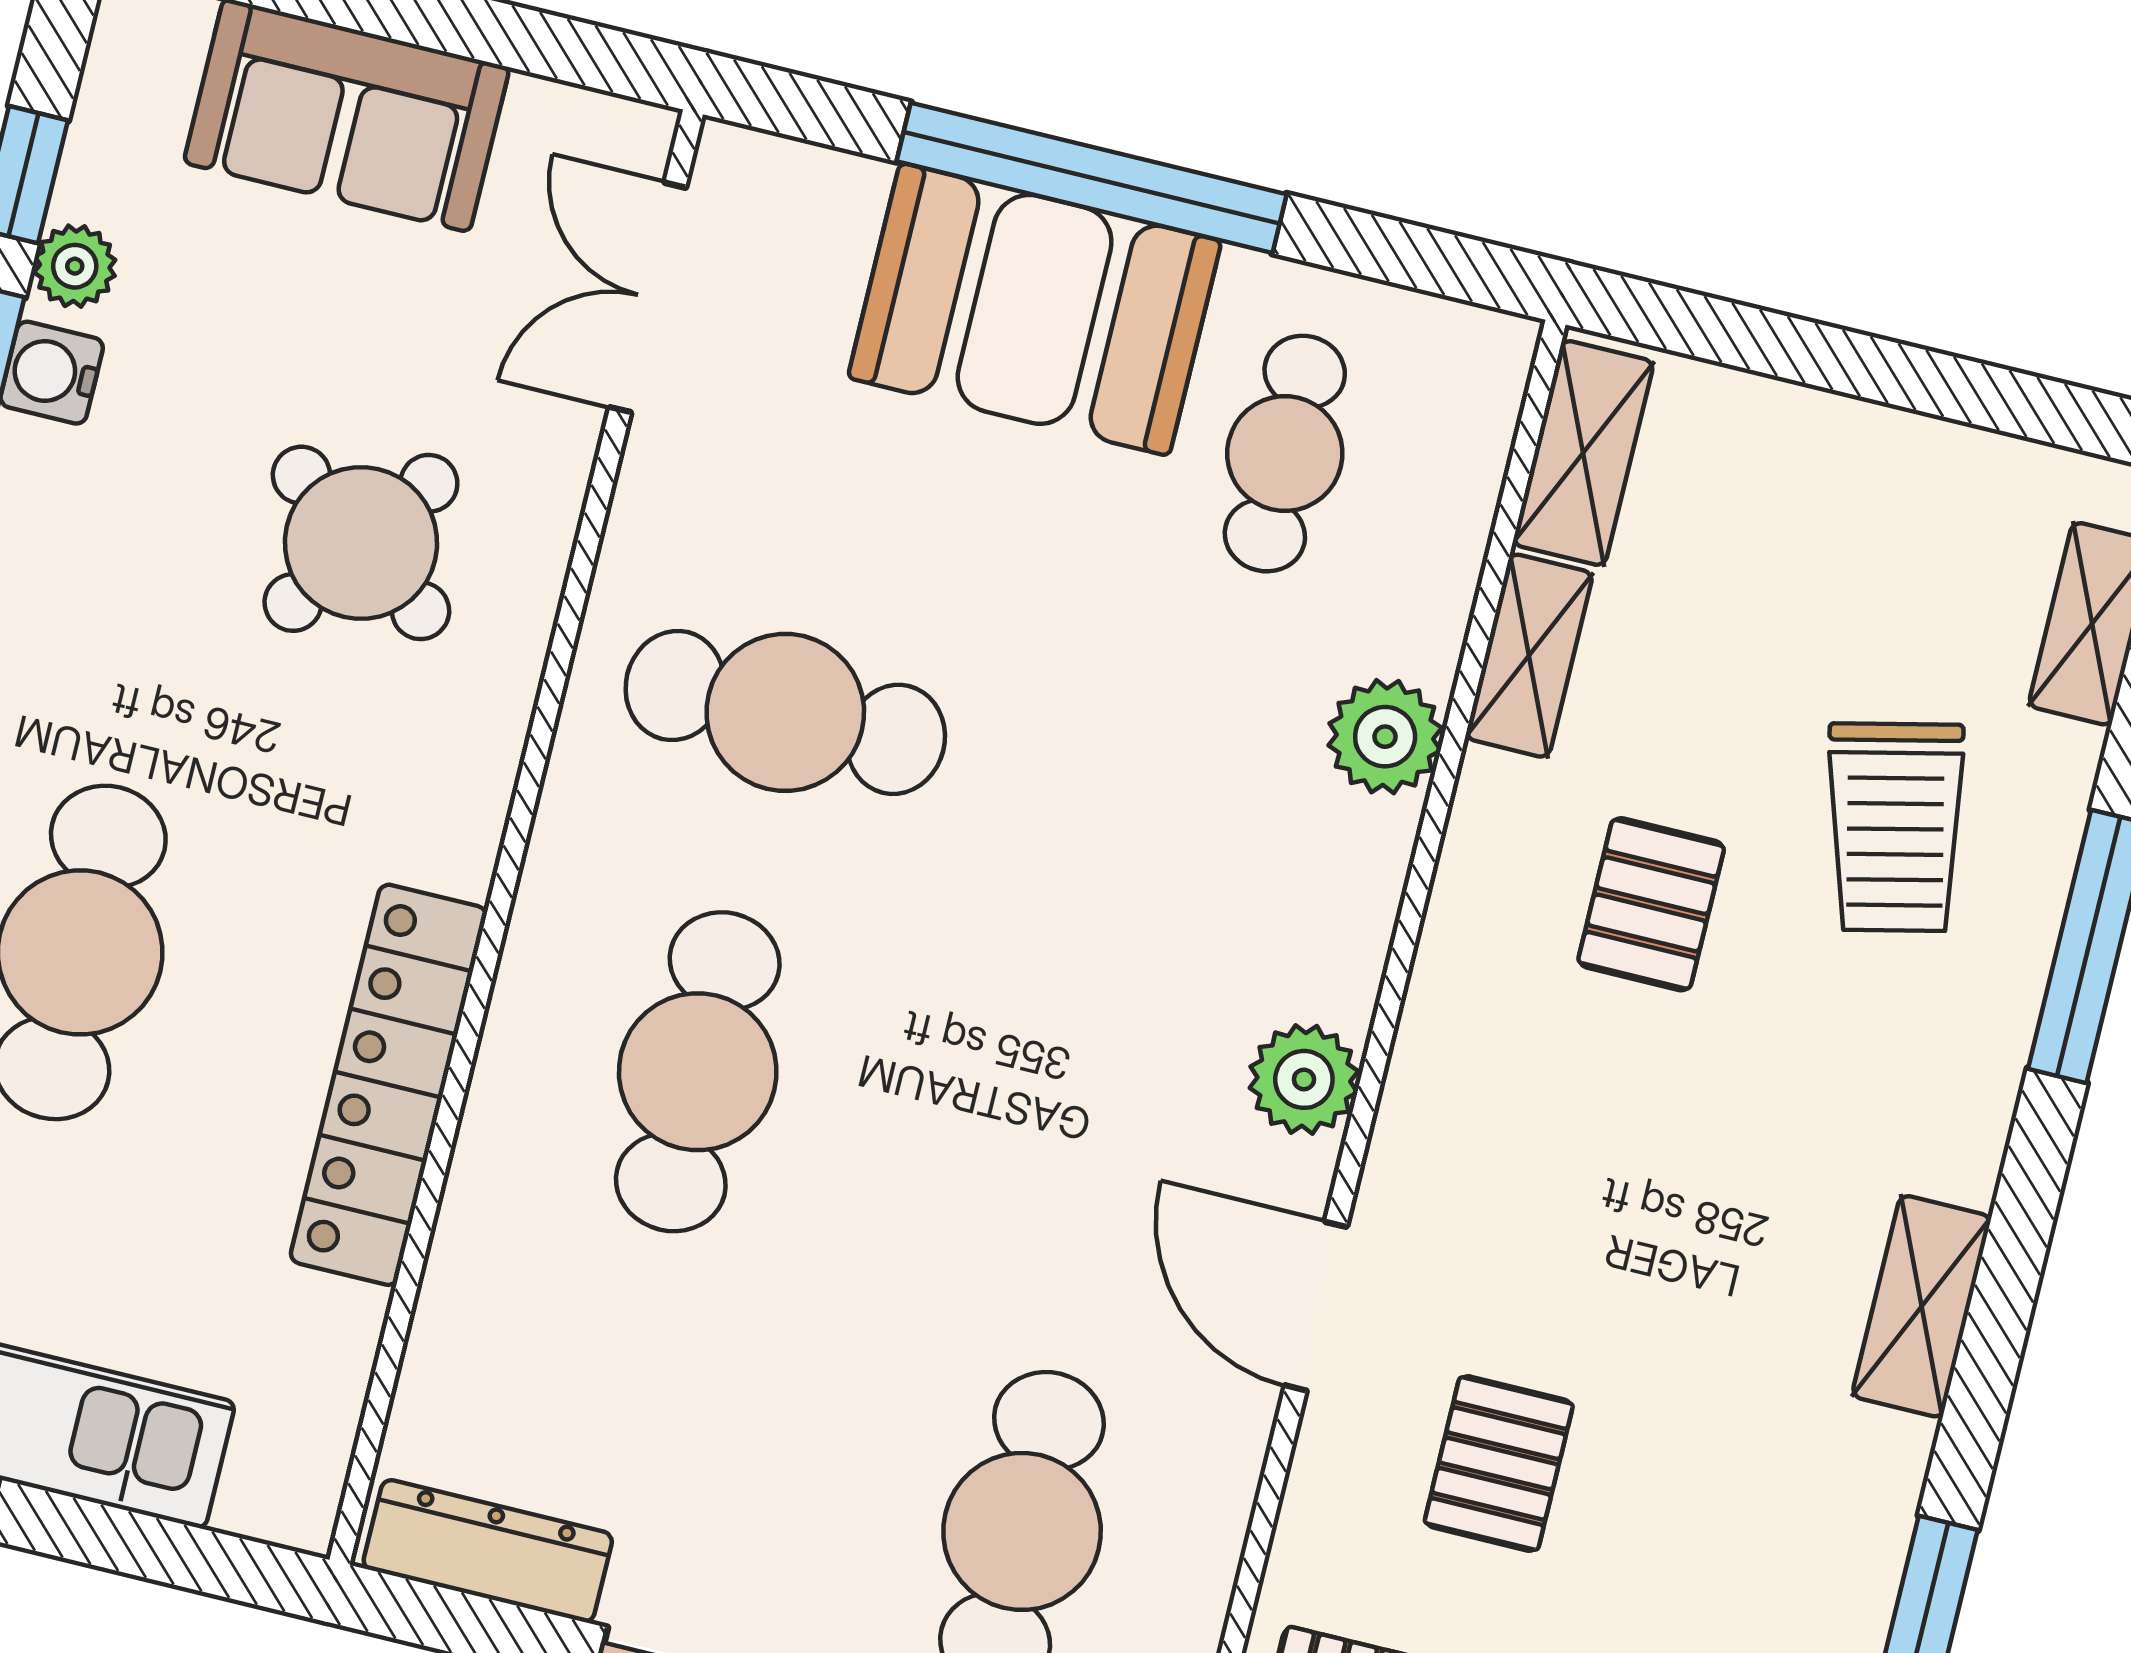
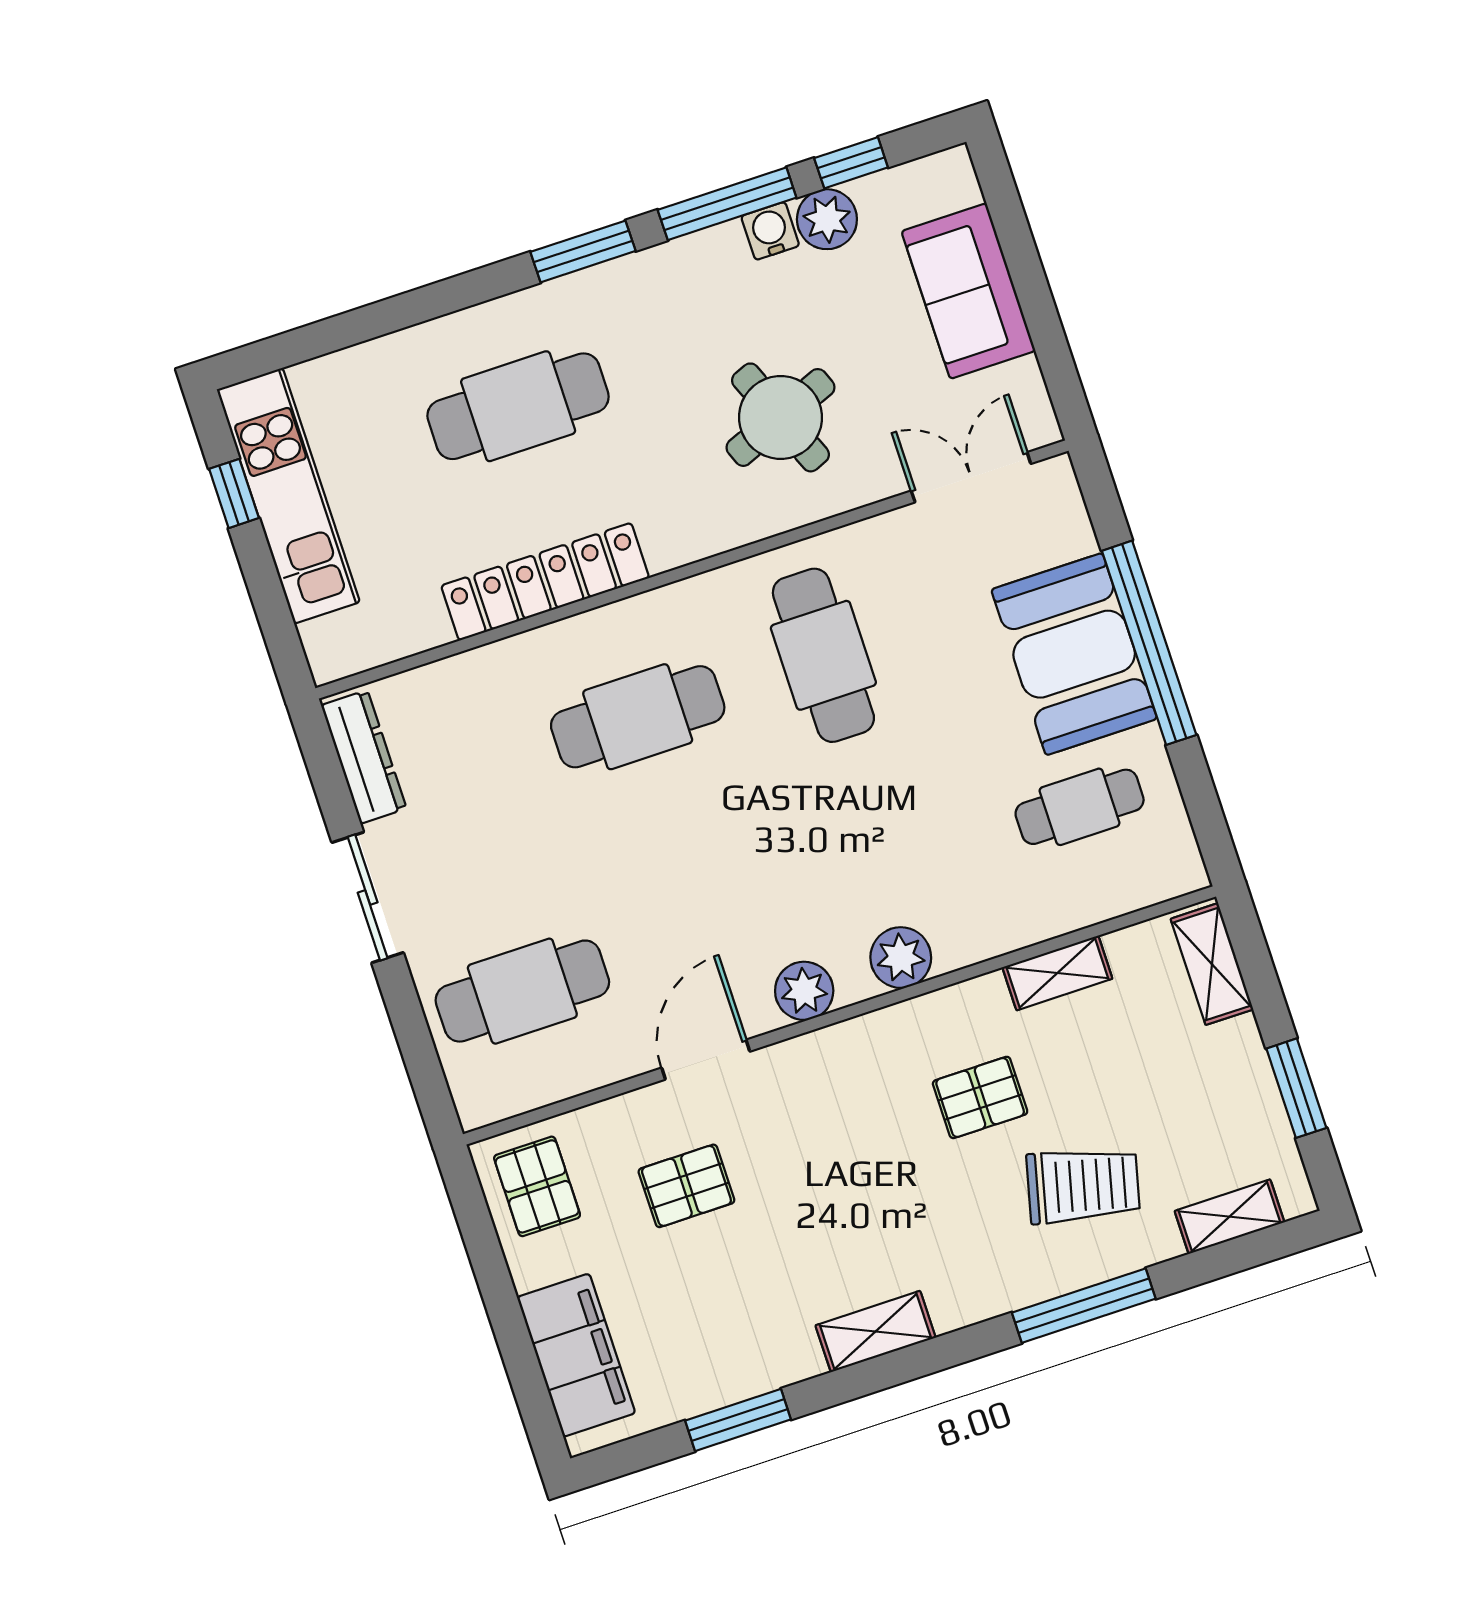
plant: (75, 266) -> (827, 219), width x1.38, depth x1.38
window: (1953, 388) -> (1296, 1088), added
shelving: (1583, 453) -> (1212, 964), moved, turned 90
round table: (361, 543) -> (780, 417), turned 33
plant: (1385, 737) -> (901, 958), moved
trolley: (1895, 827) -> (1083, 1185), turned -153

